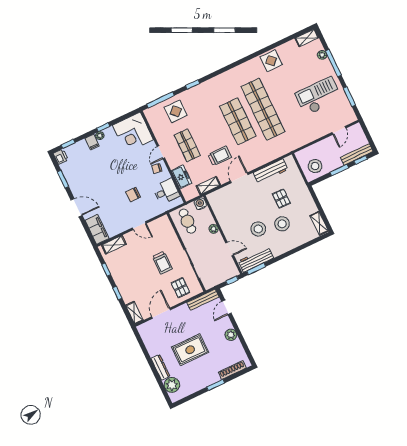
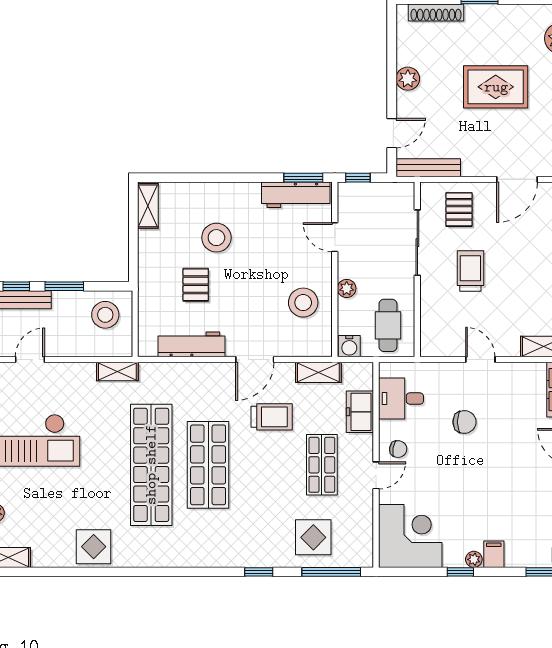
shelving: (298, 143) -> (117, 371), added
trolley: (220, 156) -> (272, 417), turned 180
stool: (258, 229) -> (303, 303), moved

